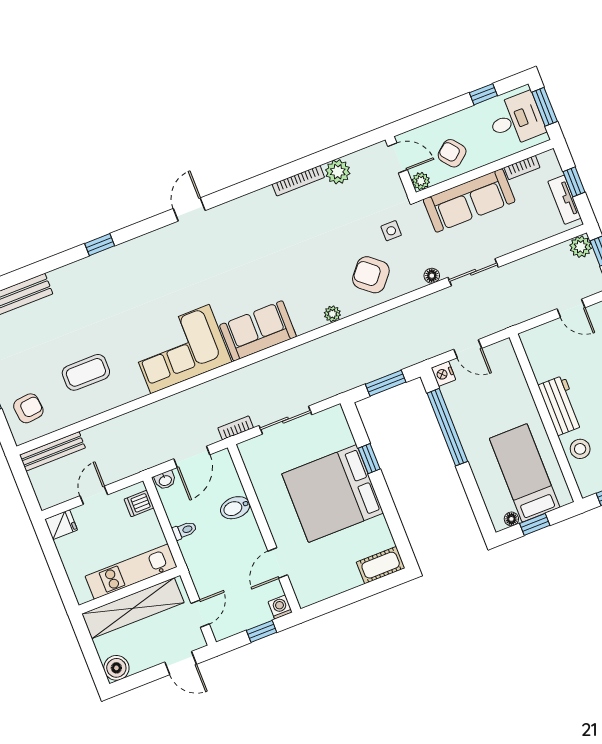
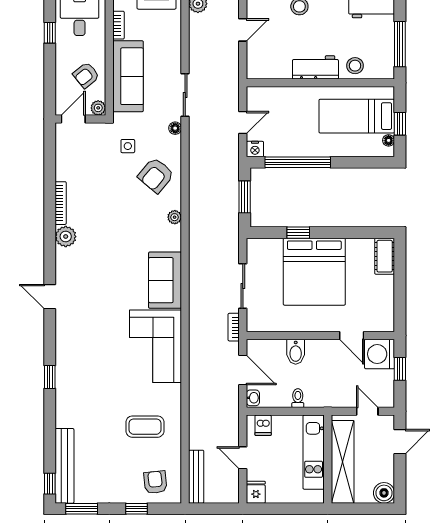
plant: (338, 172) -> (66, 237), moved
coffee table: (86, 372) -> (145, 427), turned 90
washing machine: (280, 607) -> (380, 354), width x1.89, depth x1.89

